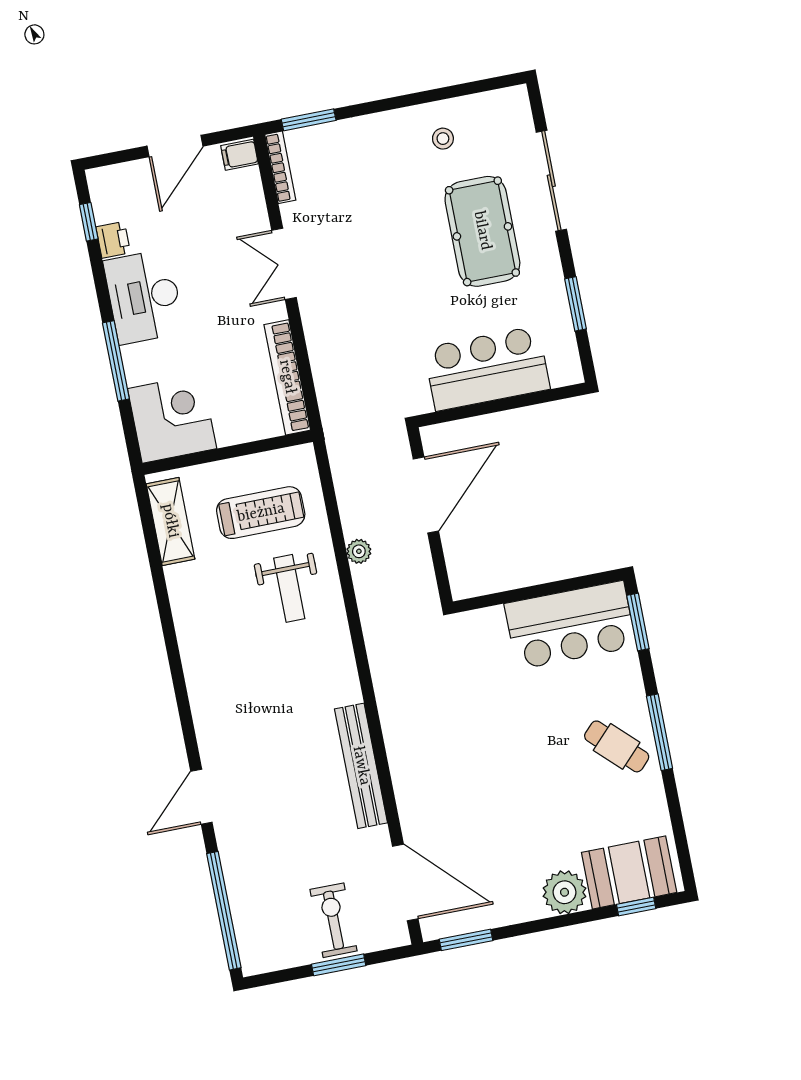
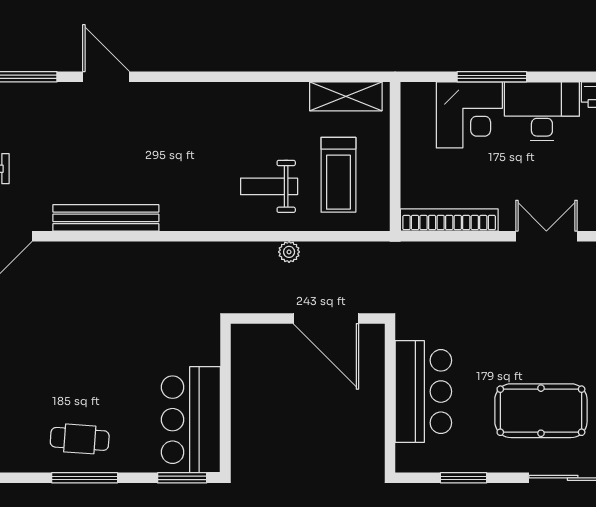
corner desk: (172, 419) -> (469, 115), moved
cafe table: (617, 746) -> (80, 439), turned 50

